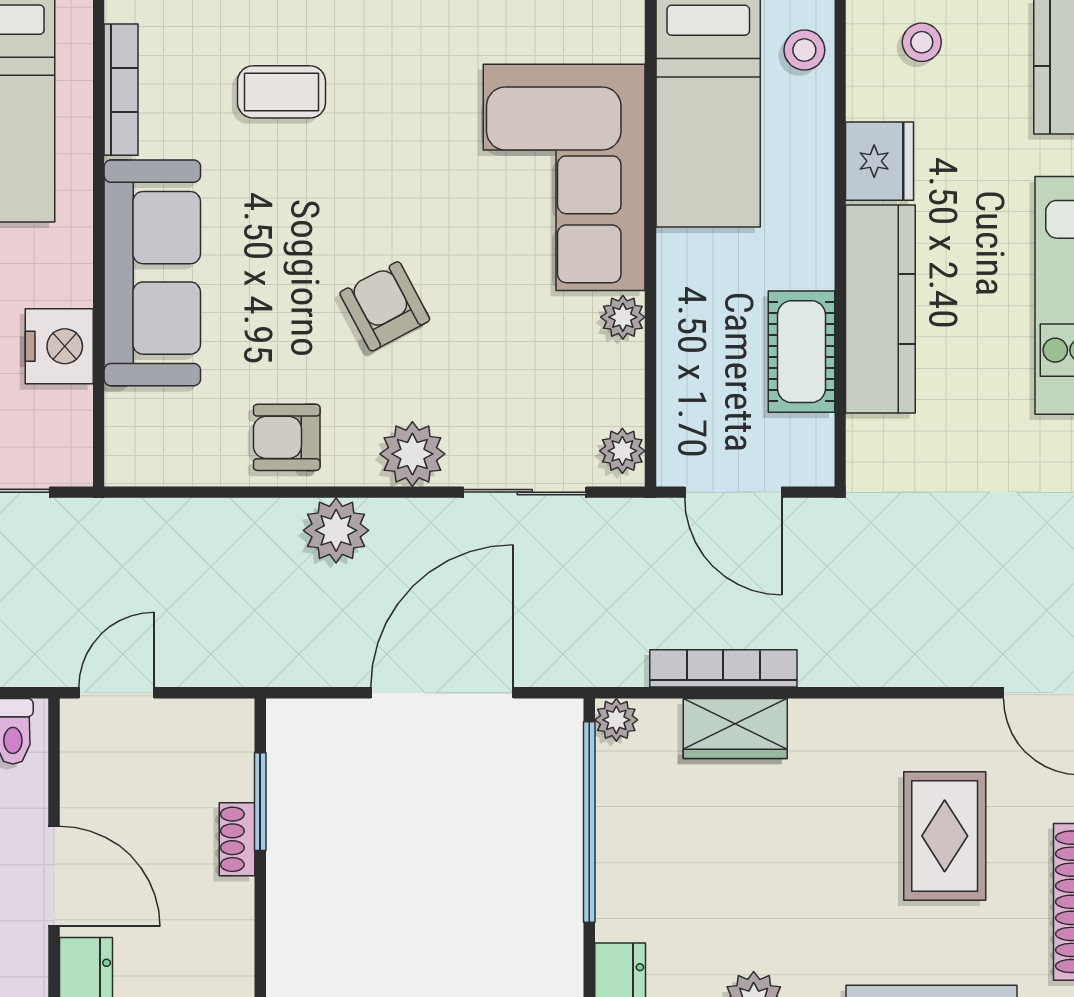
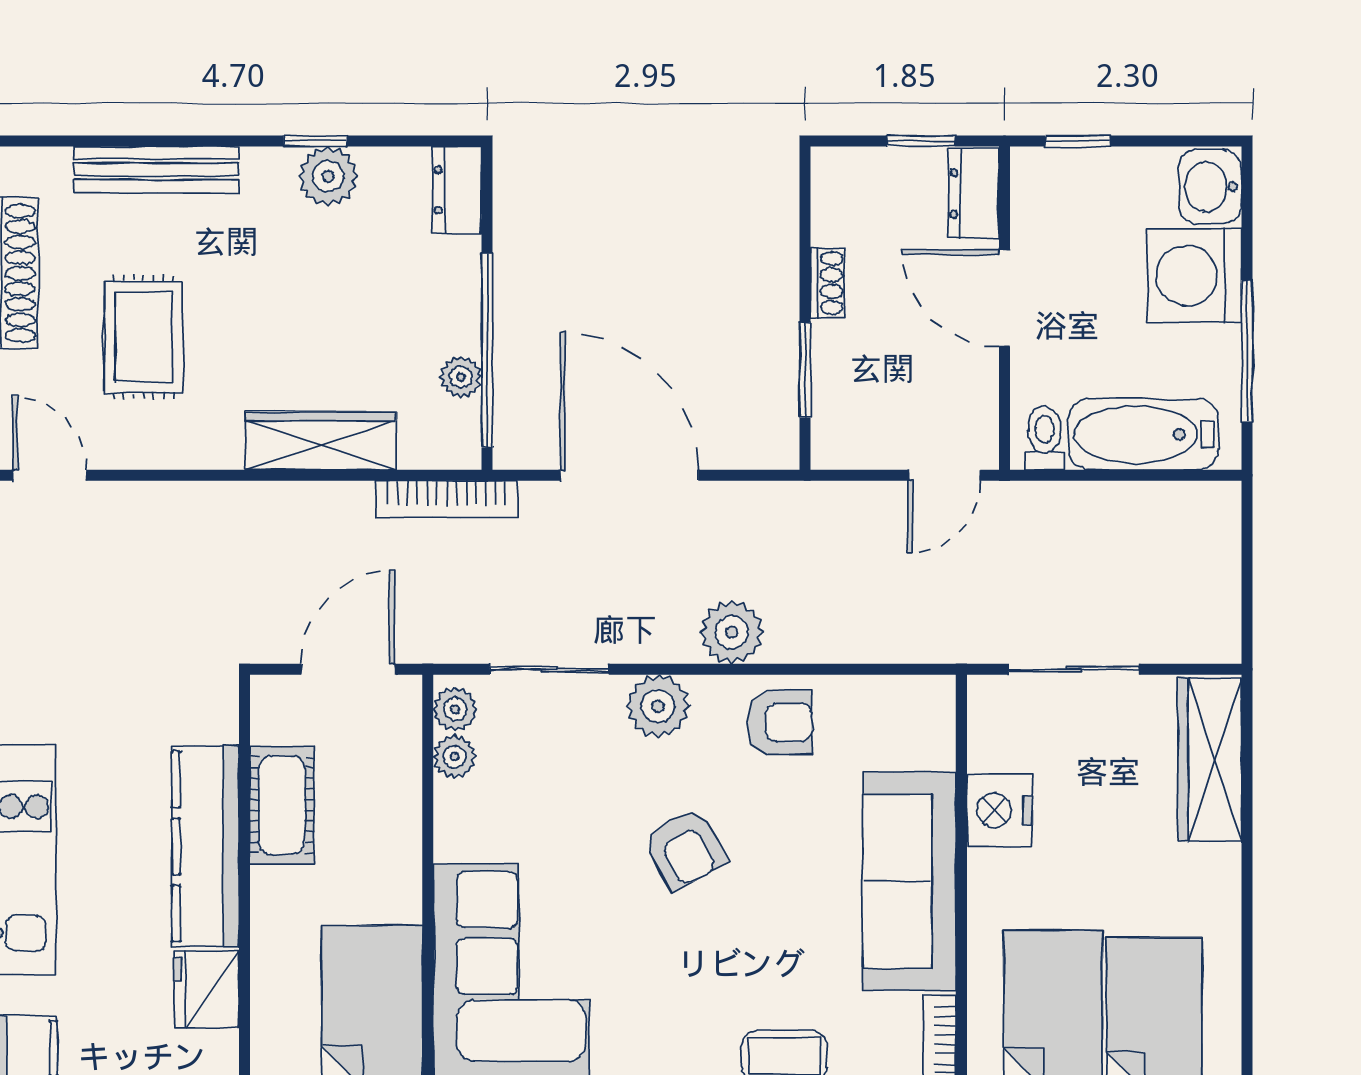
plant: (623, 317) -> (455, 757), moved
door: (733, 492) -> (348, 669), hinge flipped
bookcase: (723, 668) -> (446, 499), moved
door: (442, 693) -> (629, 475), swing flipped
plant: (616, 720) -> (461, 377), moved
wardrobe: (735, 729) -> (321, 441), width x1.50
shoe rack: (237, 839) -> (828, 283), moved

